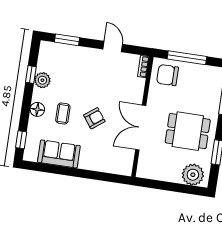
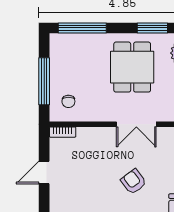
chair: (168, 75) -> (68, 101), width x0.54, depth x0.54
double door: (141, 128) -> (136, 124), width x0.73

